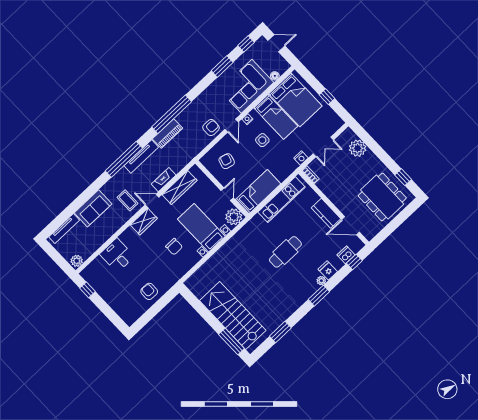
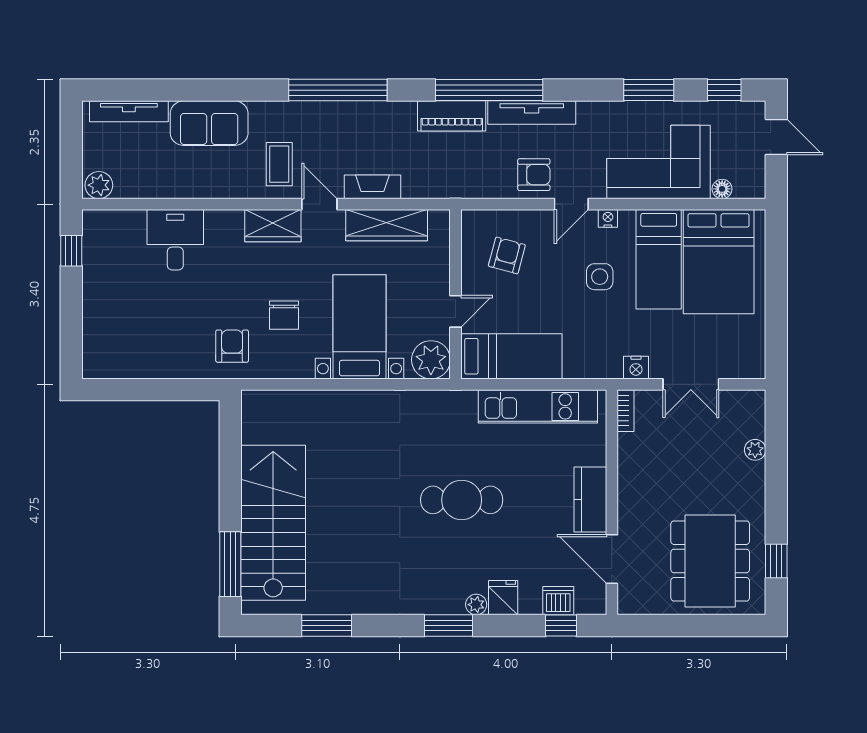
window: (327, 97) -> (776, 306), removed
plant: (358, 148) -> (755, 450), width x0.53, depth x0.53
tv unit: (141, 156) -> (532, 113), moved
armchair: (149, 291) -> (232, 346), moved

